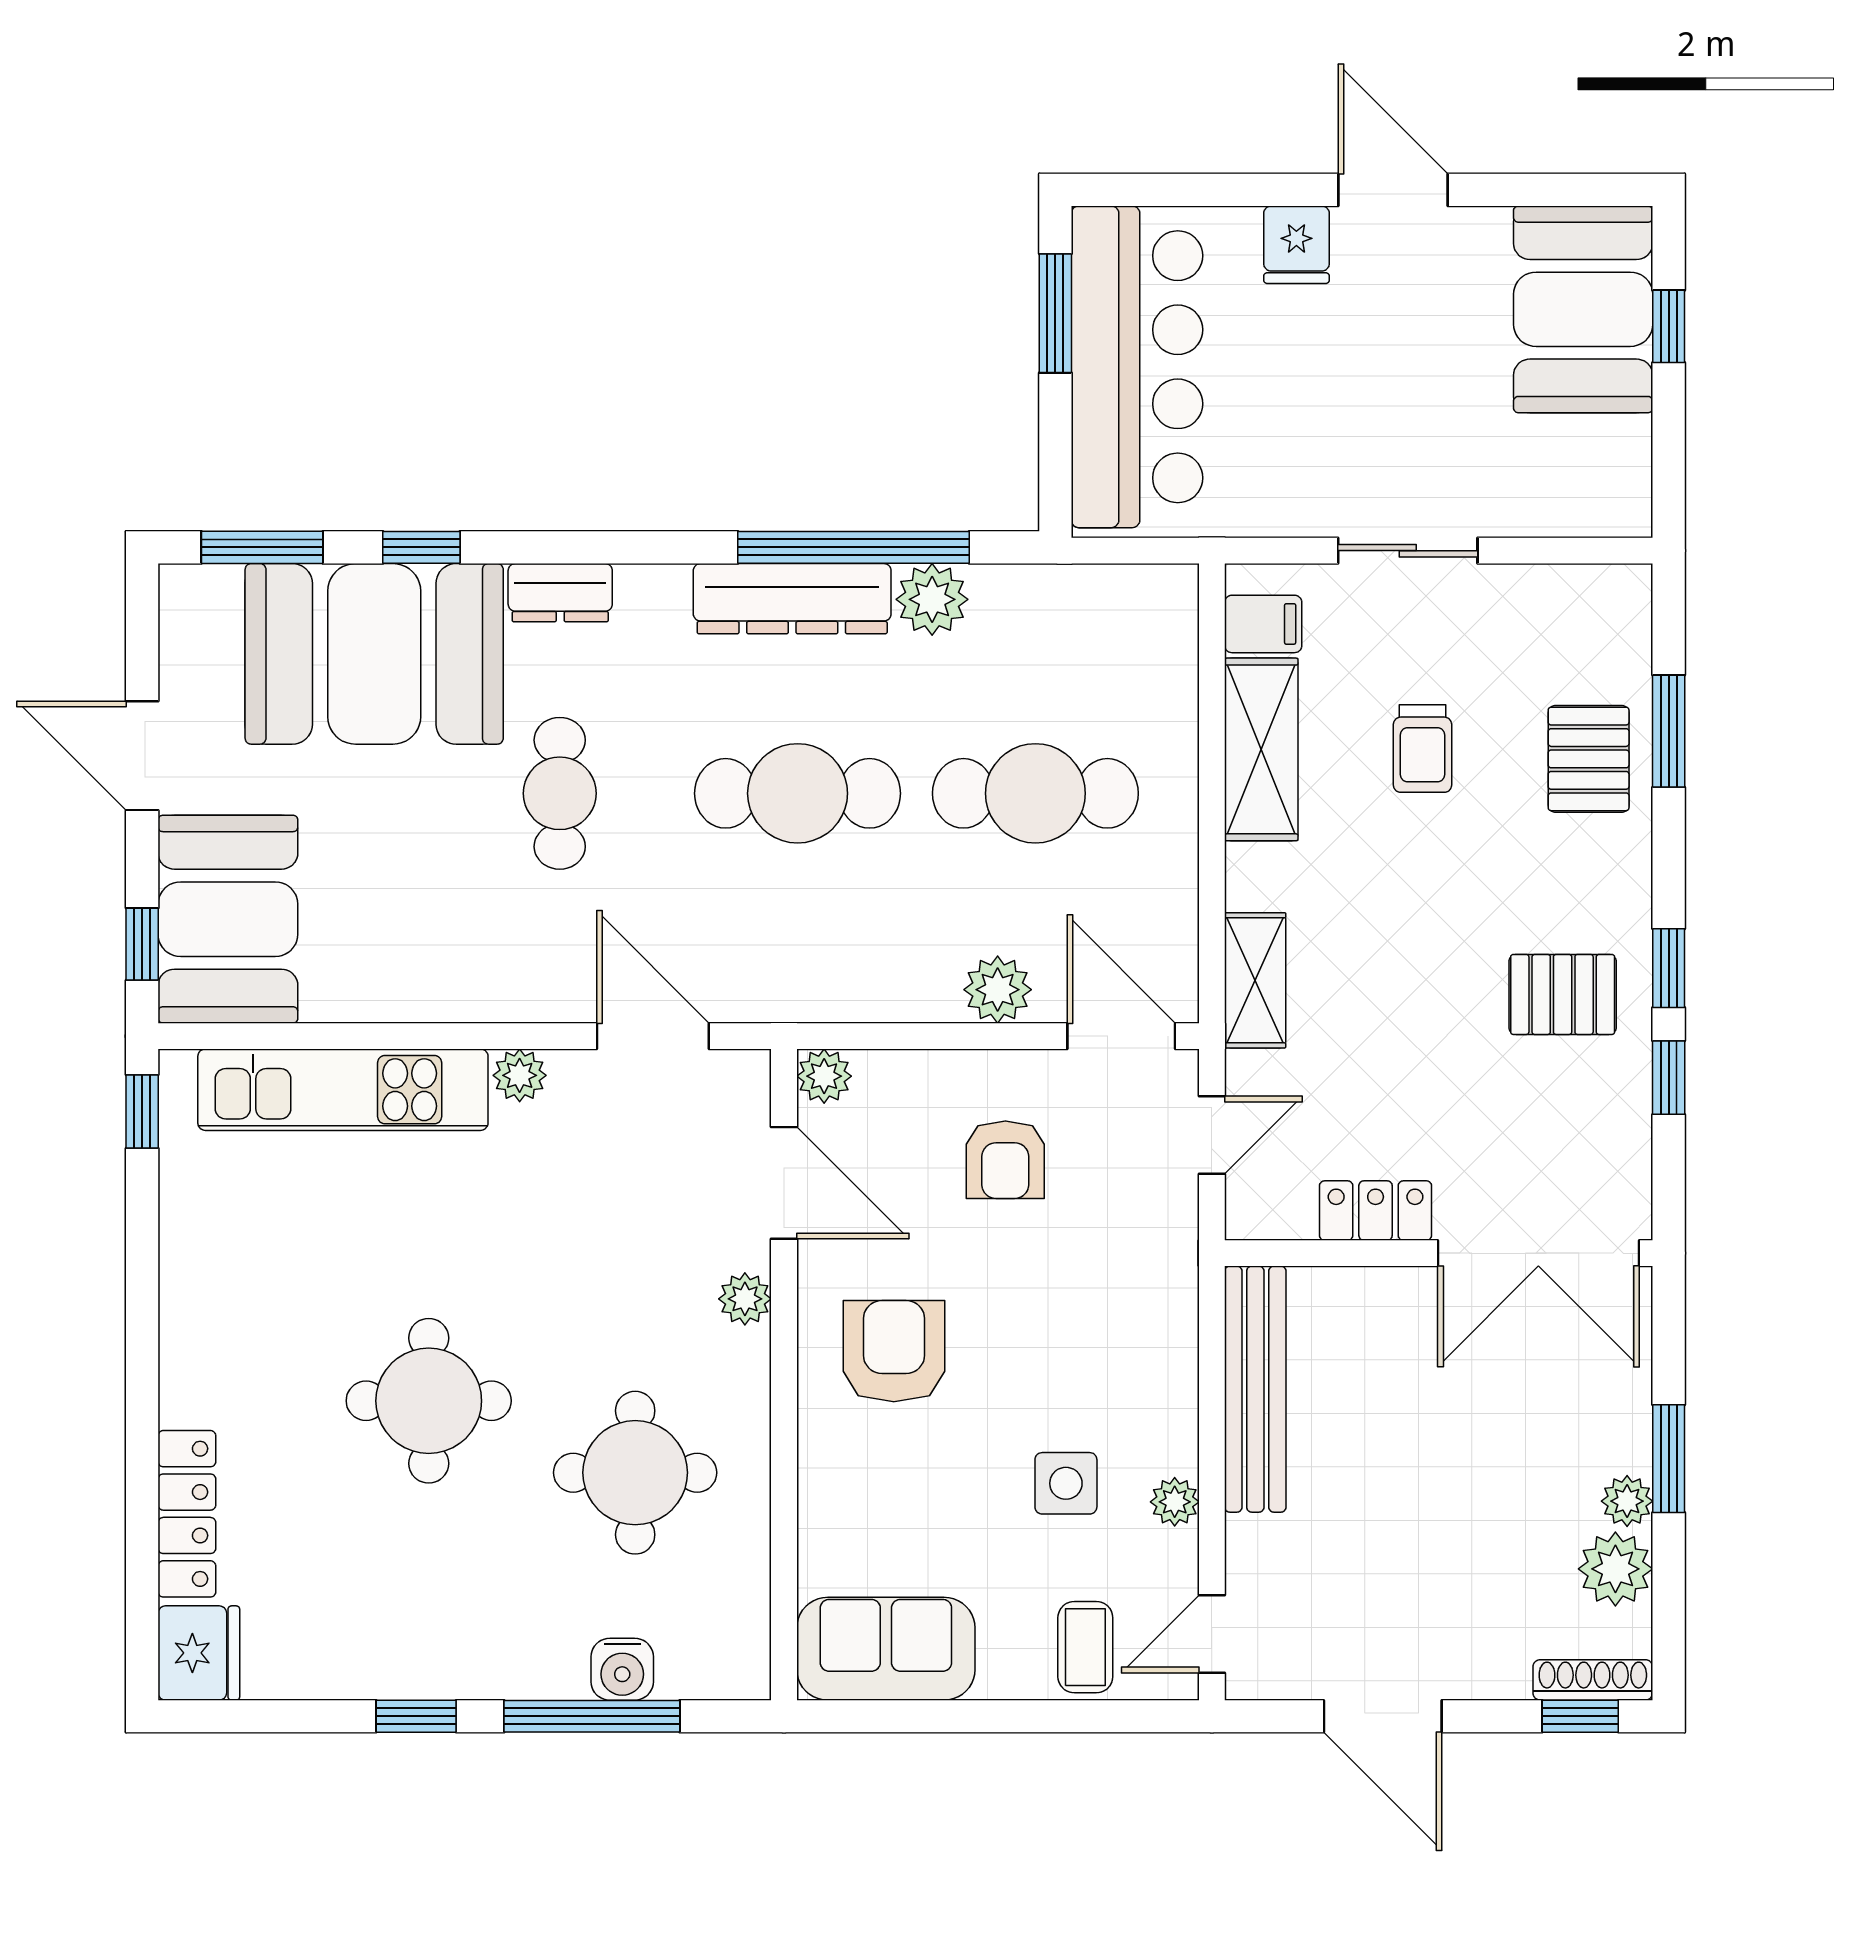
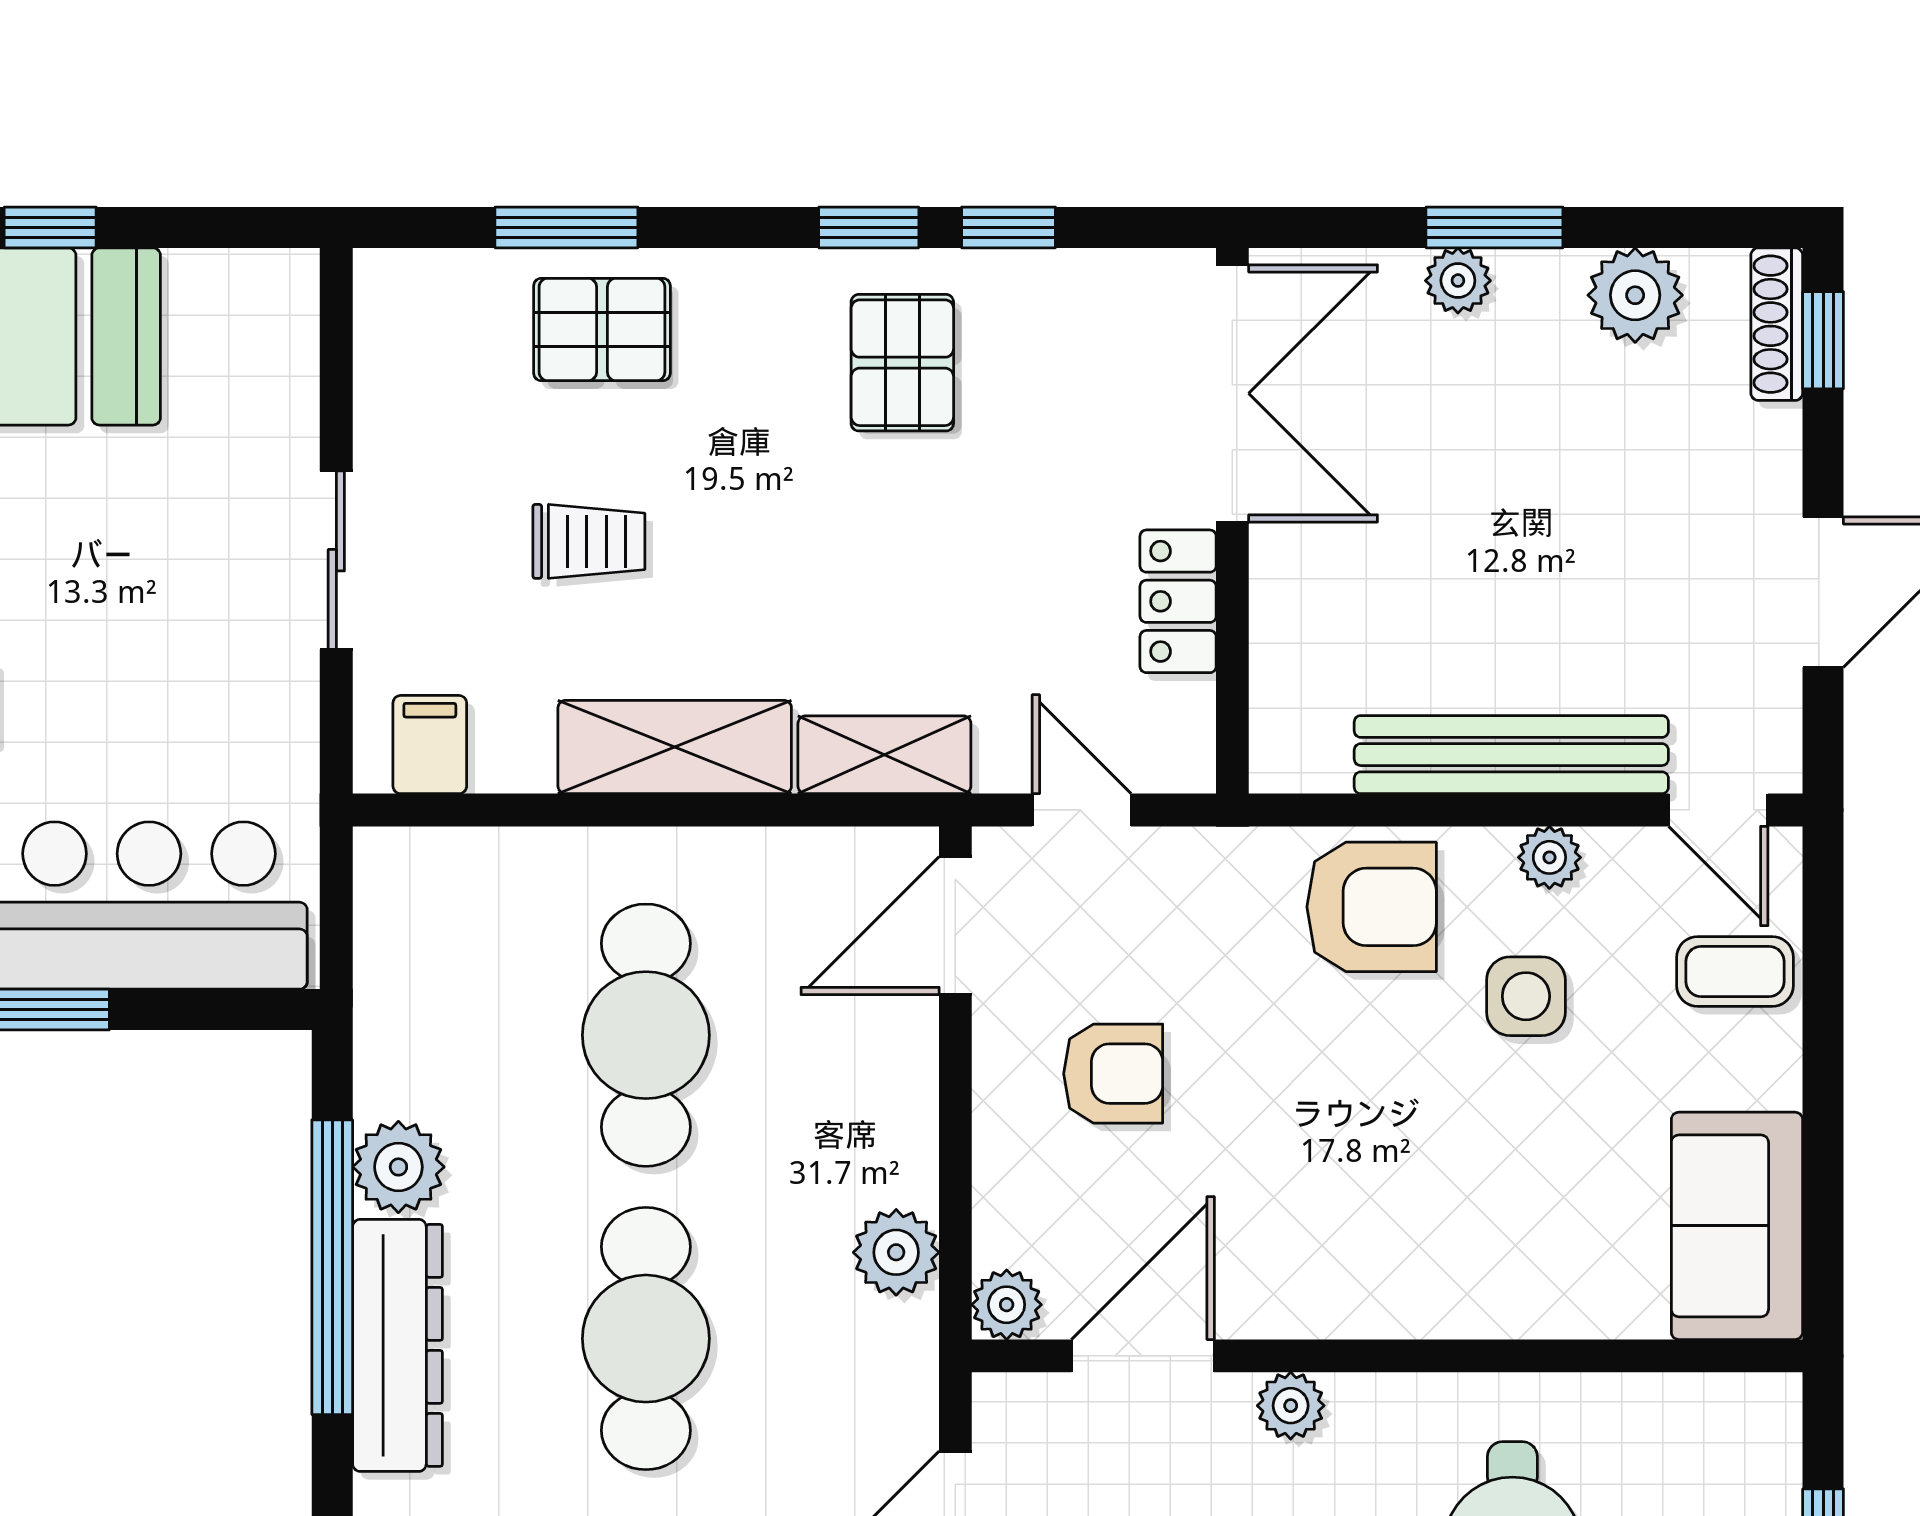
shelving: (1261, 749) -> (675, 747), moved
plant: (998, 990) -> (896, 1252), moved
armchair: (894, 1351) -> (1372, 907), moved, turned 180
bench: (1255, 1389) -> (1511, 755), moved
plant: (1627, 1501) -> (1458, 281), moved

